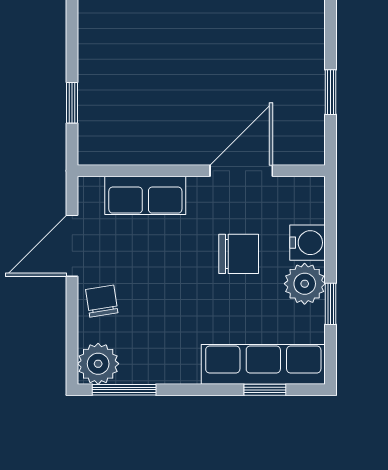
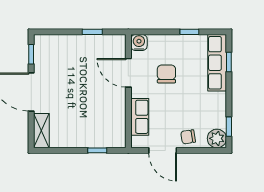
water cooler: (308, 243) -> (139, 42), moved
plant: (305, 284) -> (180, 44), removed
window: (124, 390) -> (229, 127), width x0.67

